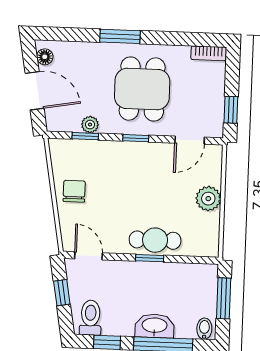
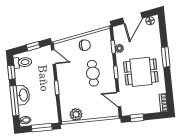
plant: (208, 199) -> (76, 114), moved
cafe table: (155, 240) -> (93, 73), moved
door: (88, 256) -> (53, 57), hinge flipped

